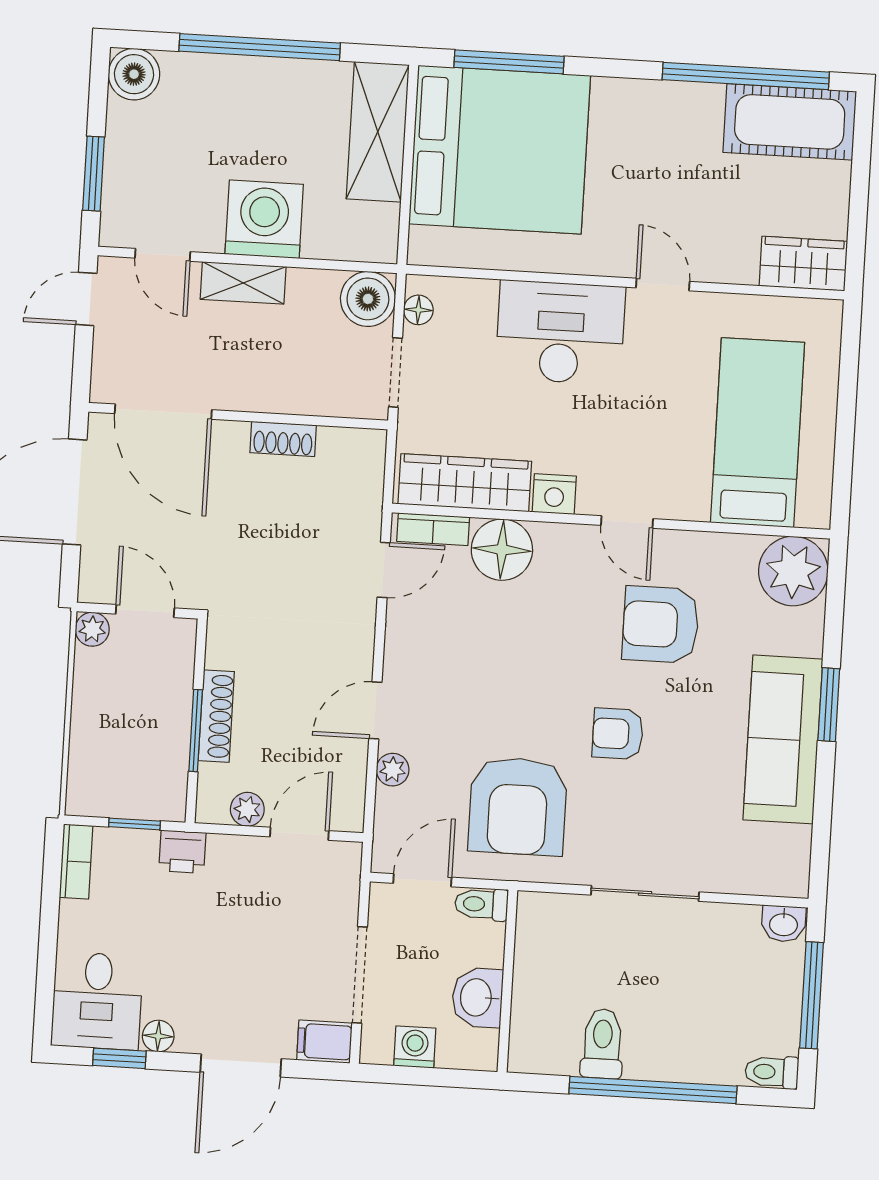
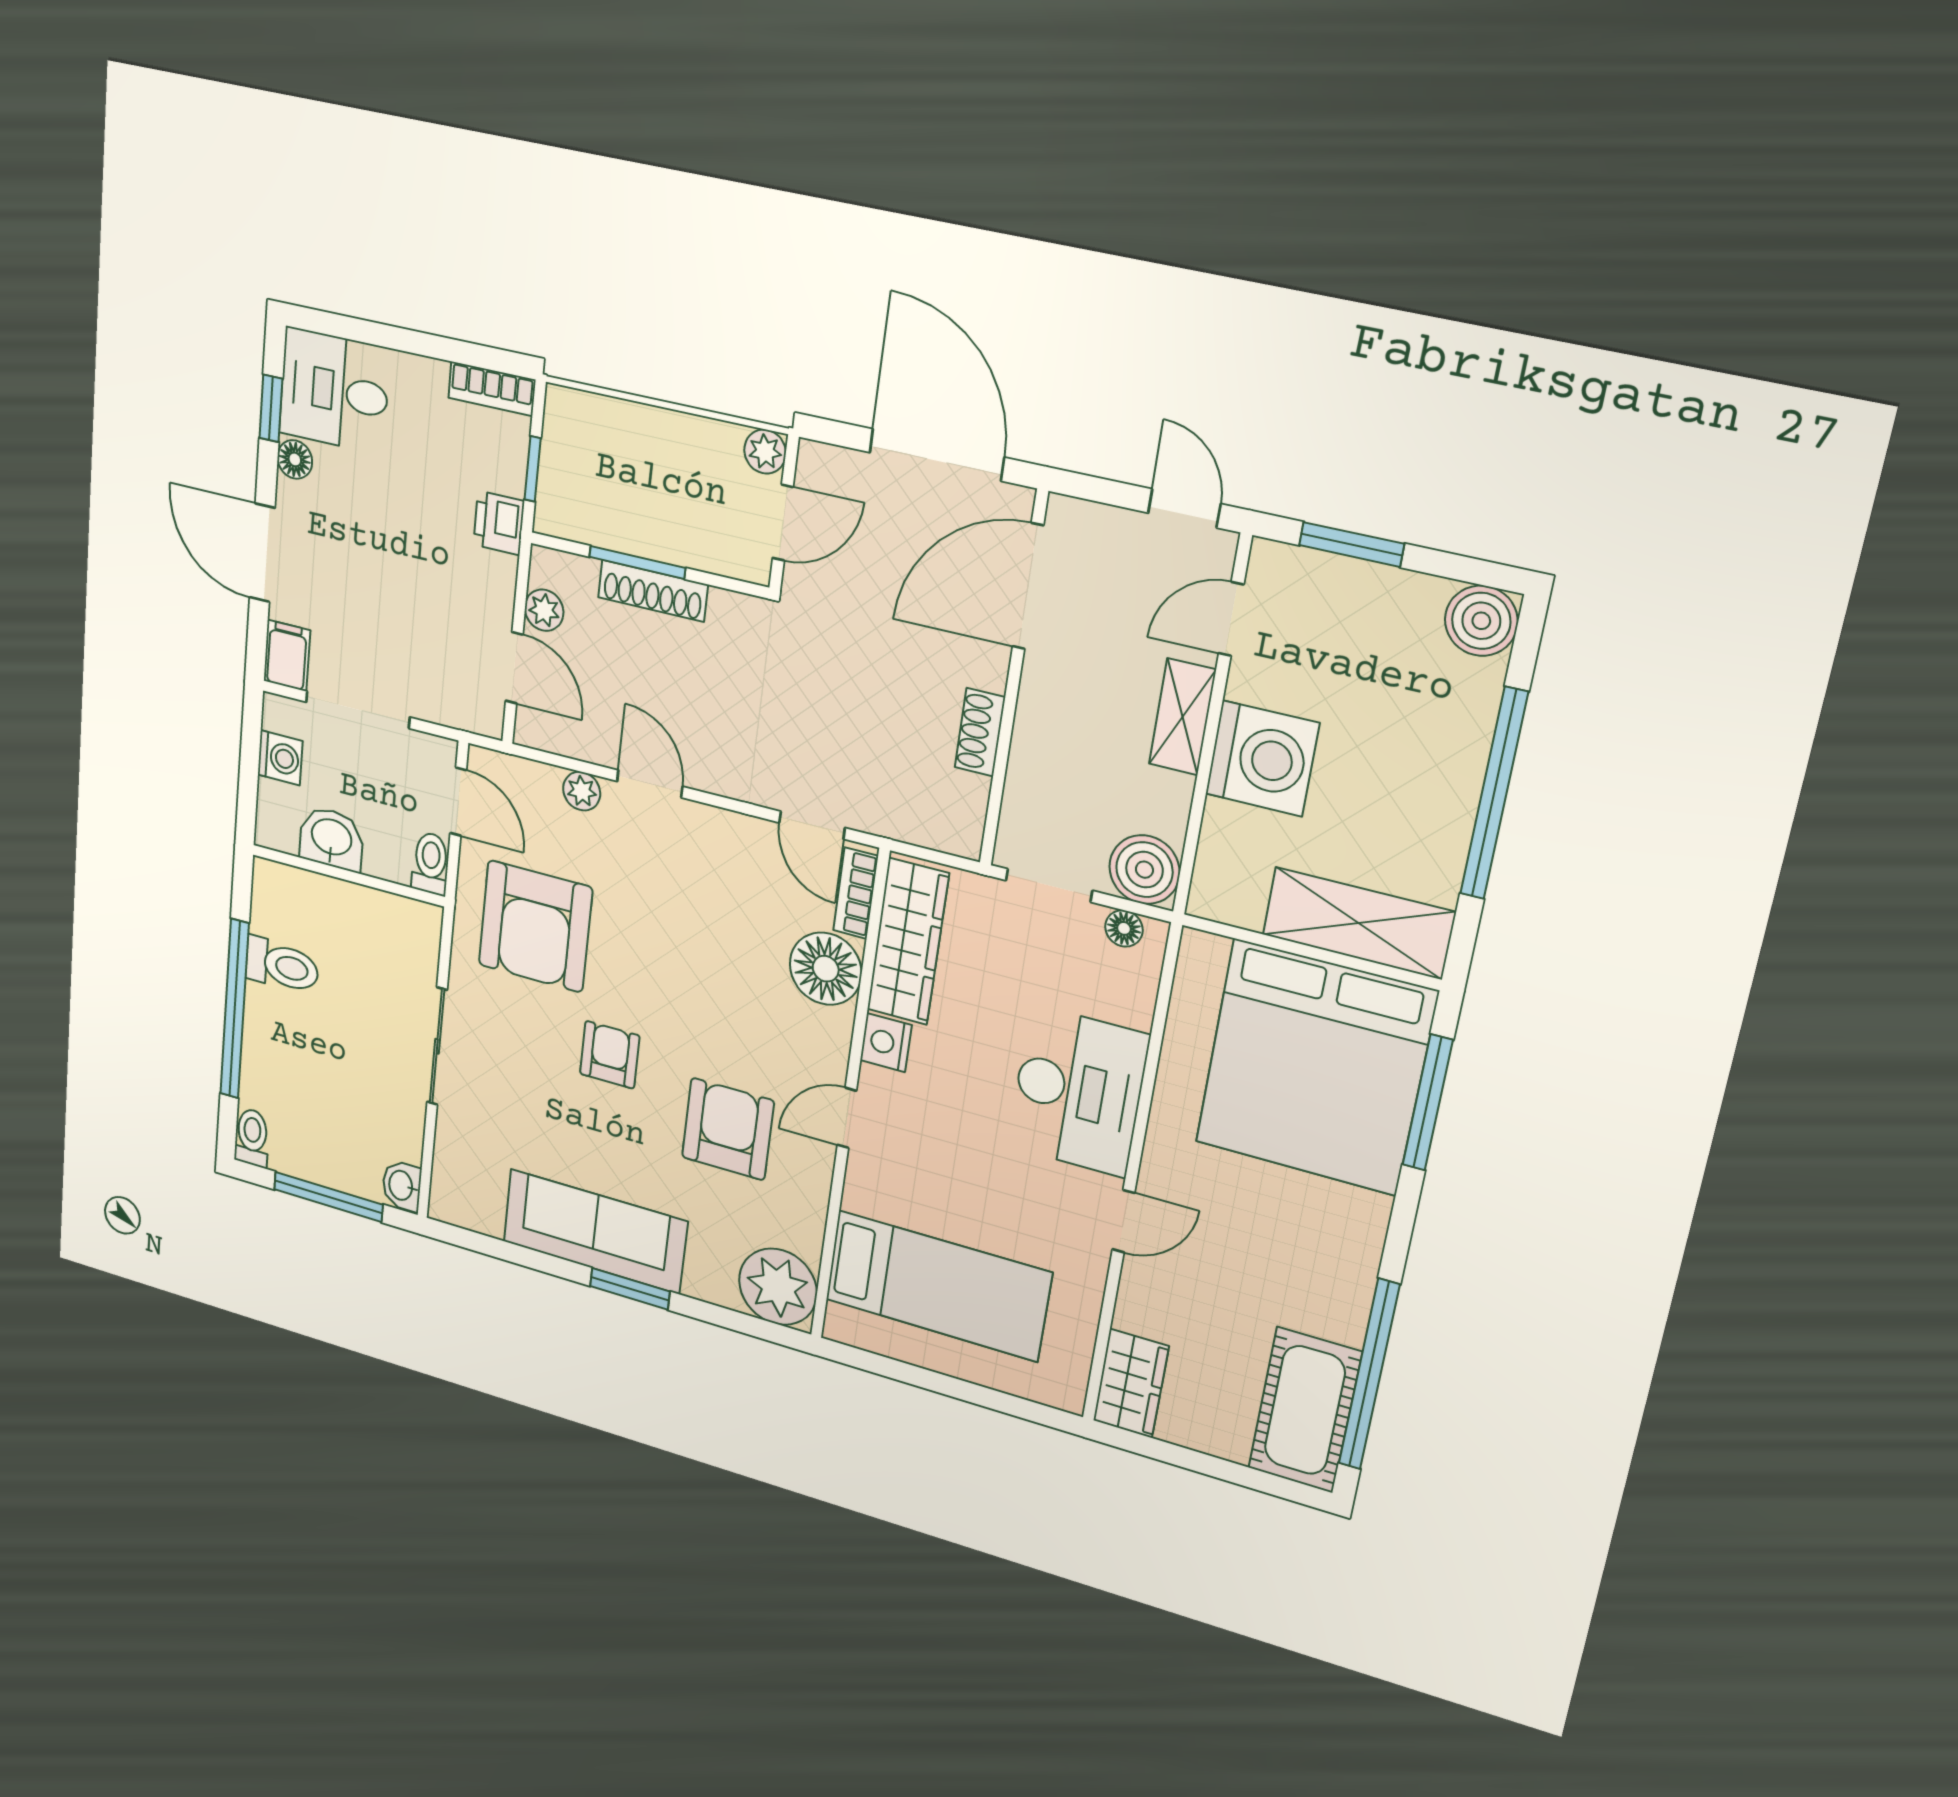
armchair: (518, 806) -> (535, 926), turned -90

